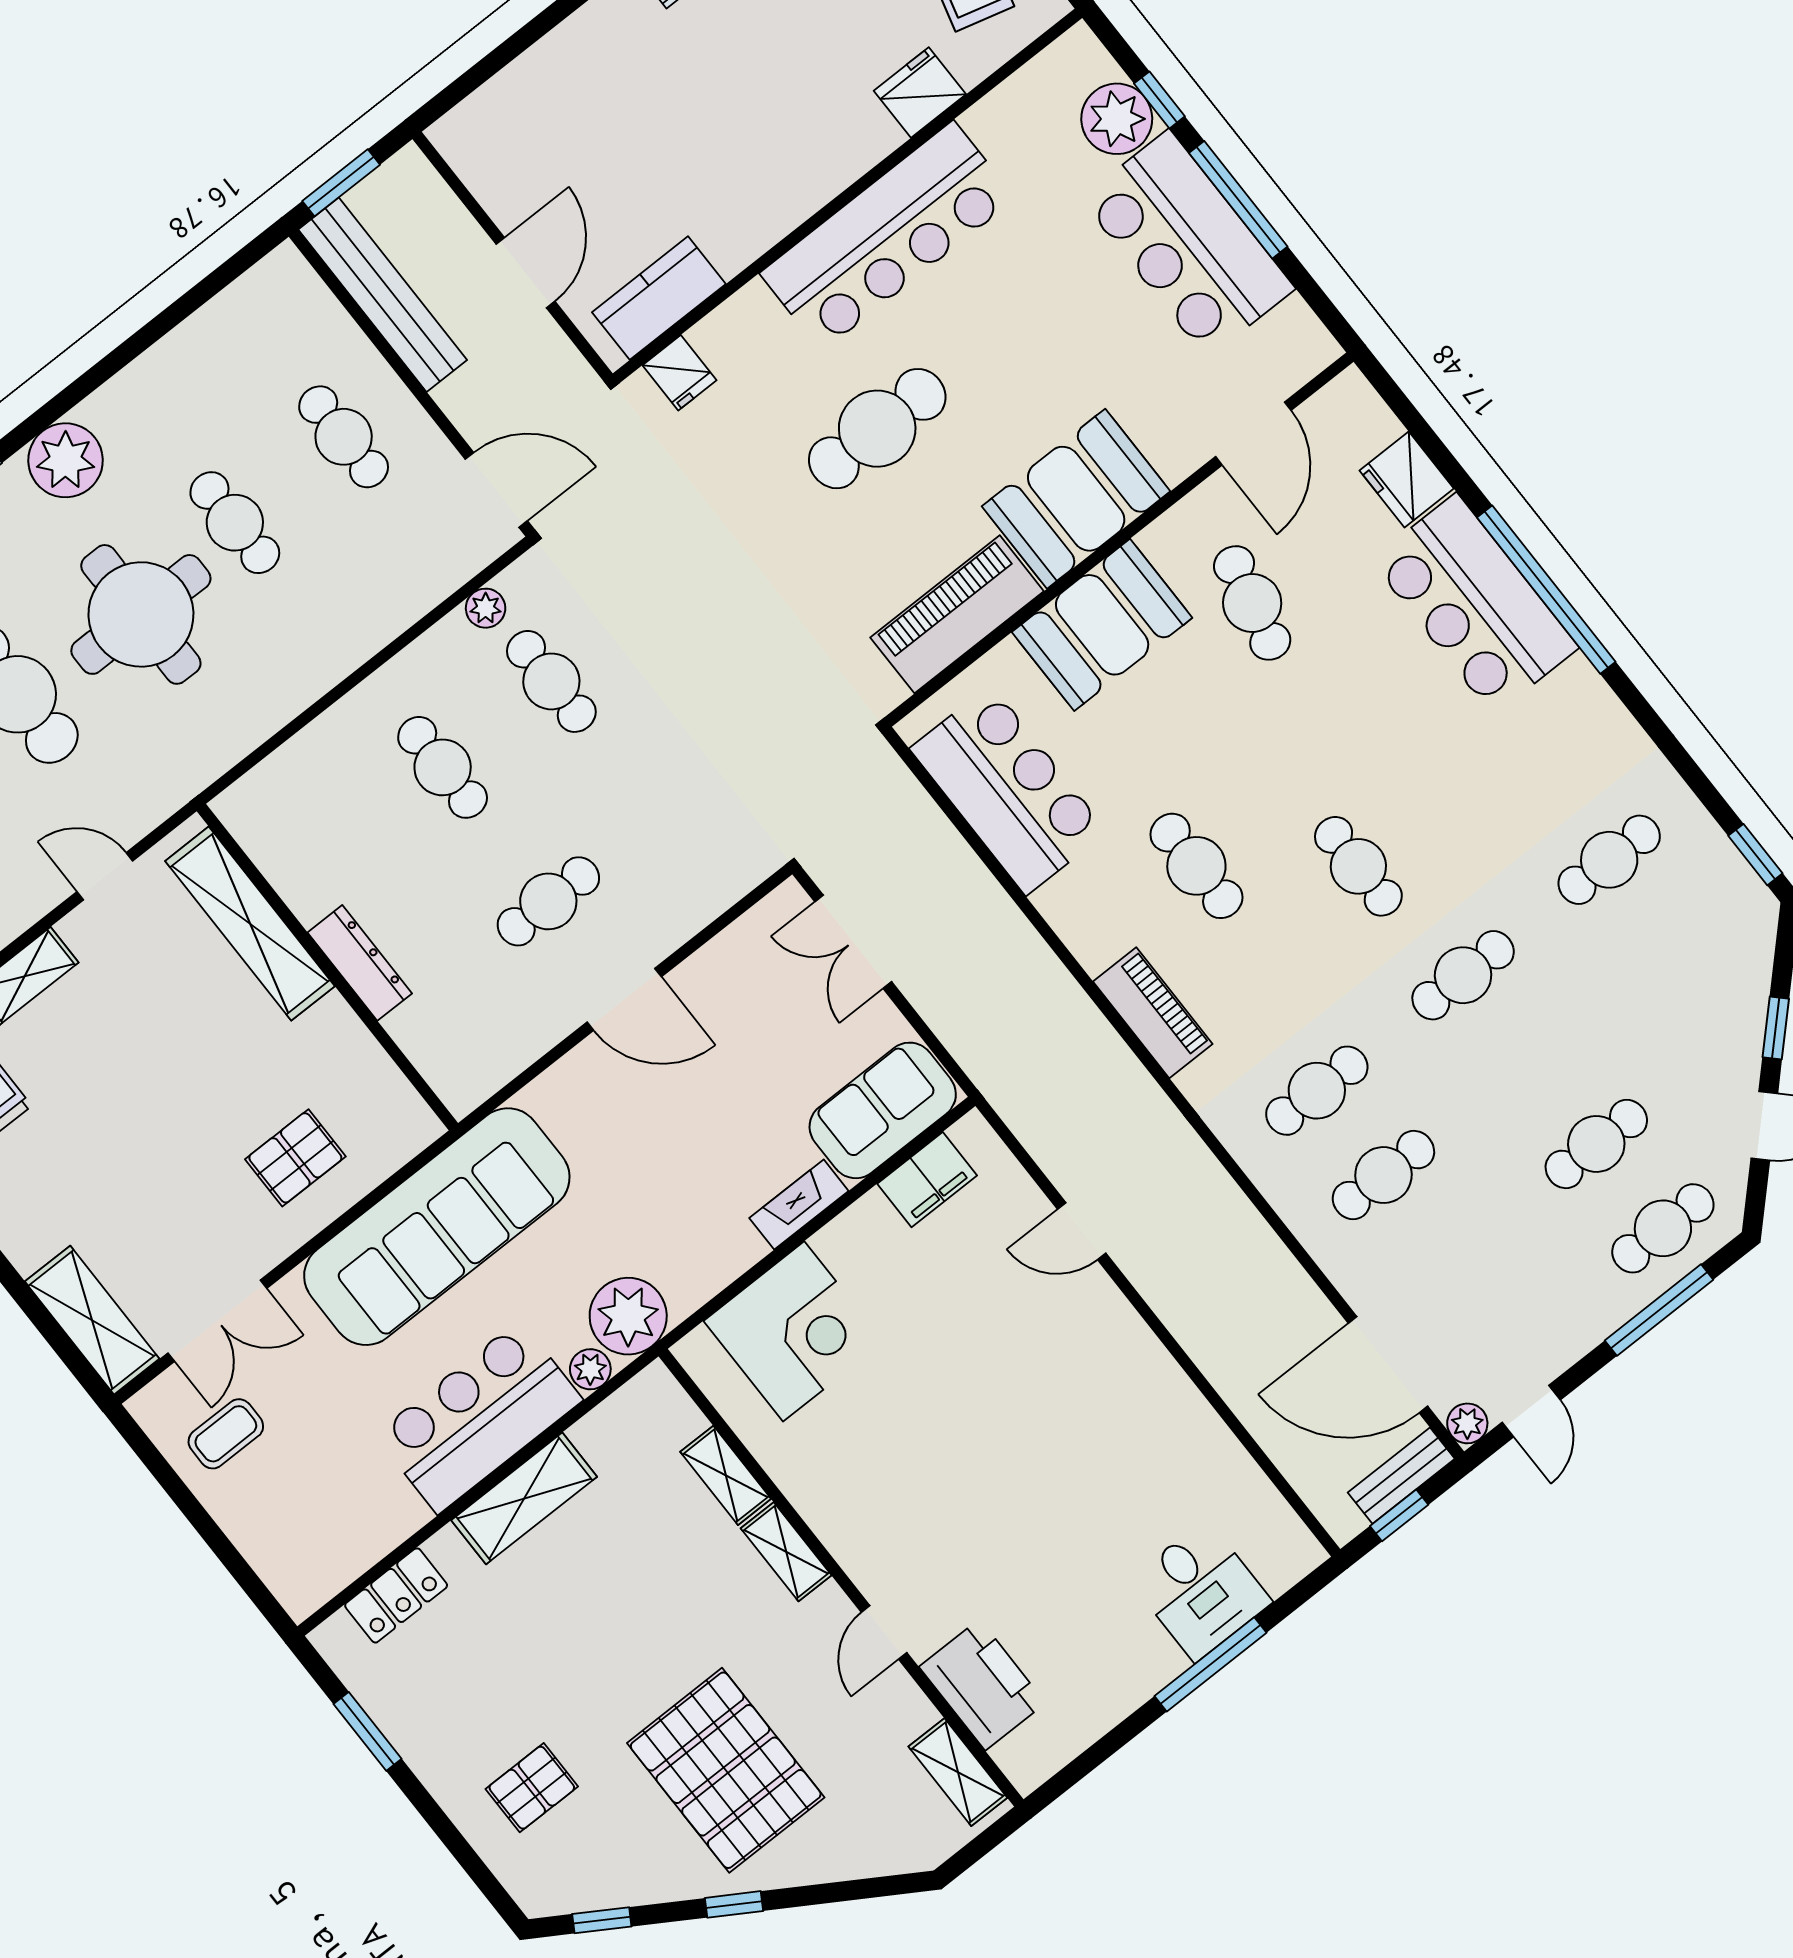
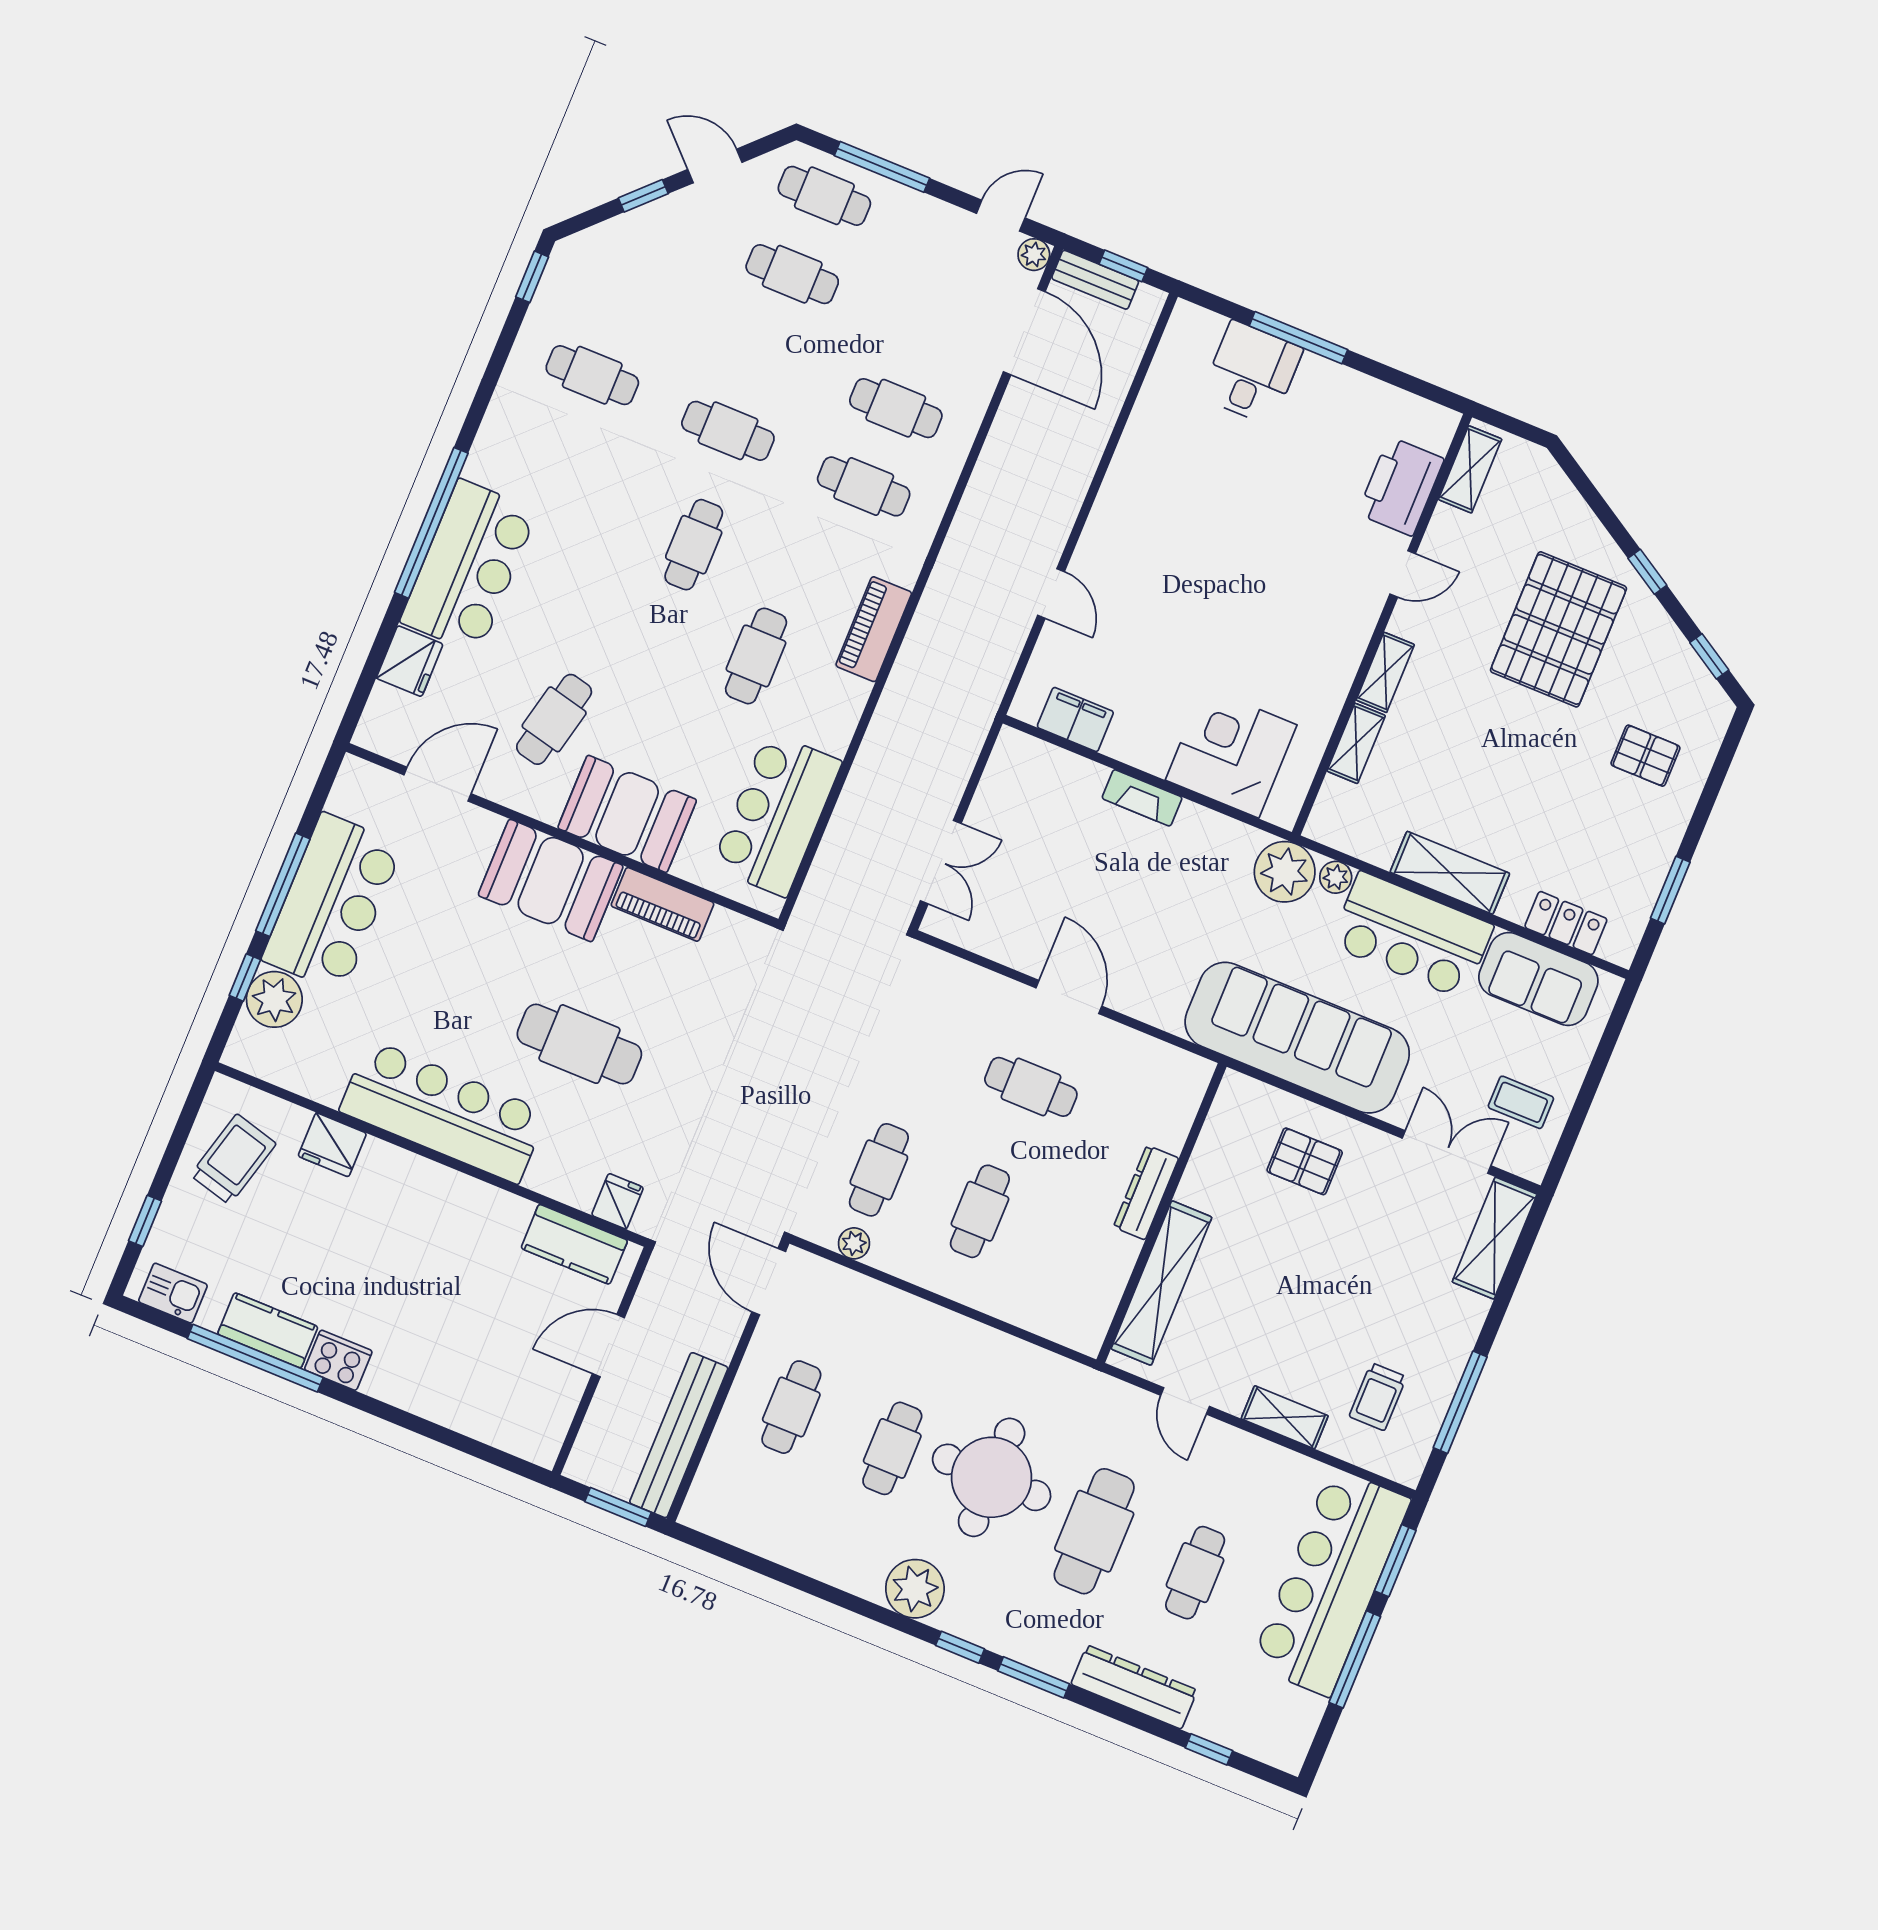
piano: (957, 614) -> (662, 904), width x0.73, depth x0.75
sofa: (883, 1110) -> (1538, 979), moved

